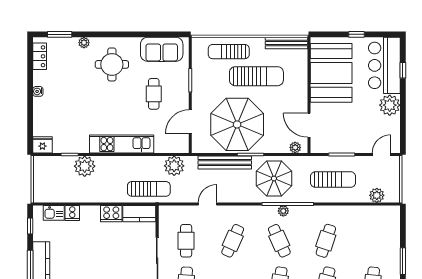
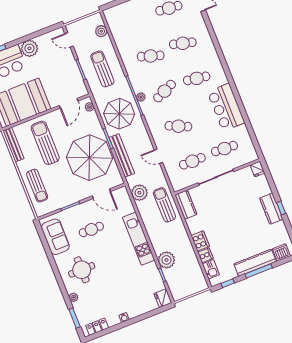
sun lounger: (256, 76) -> (45, 143), moved
cooker: (111, 214) -> (200, 241), moved

